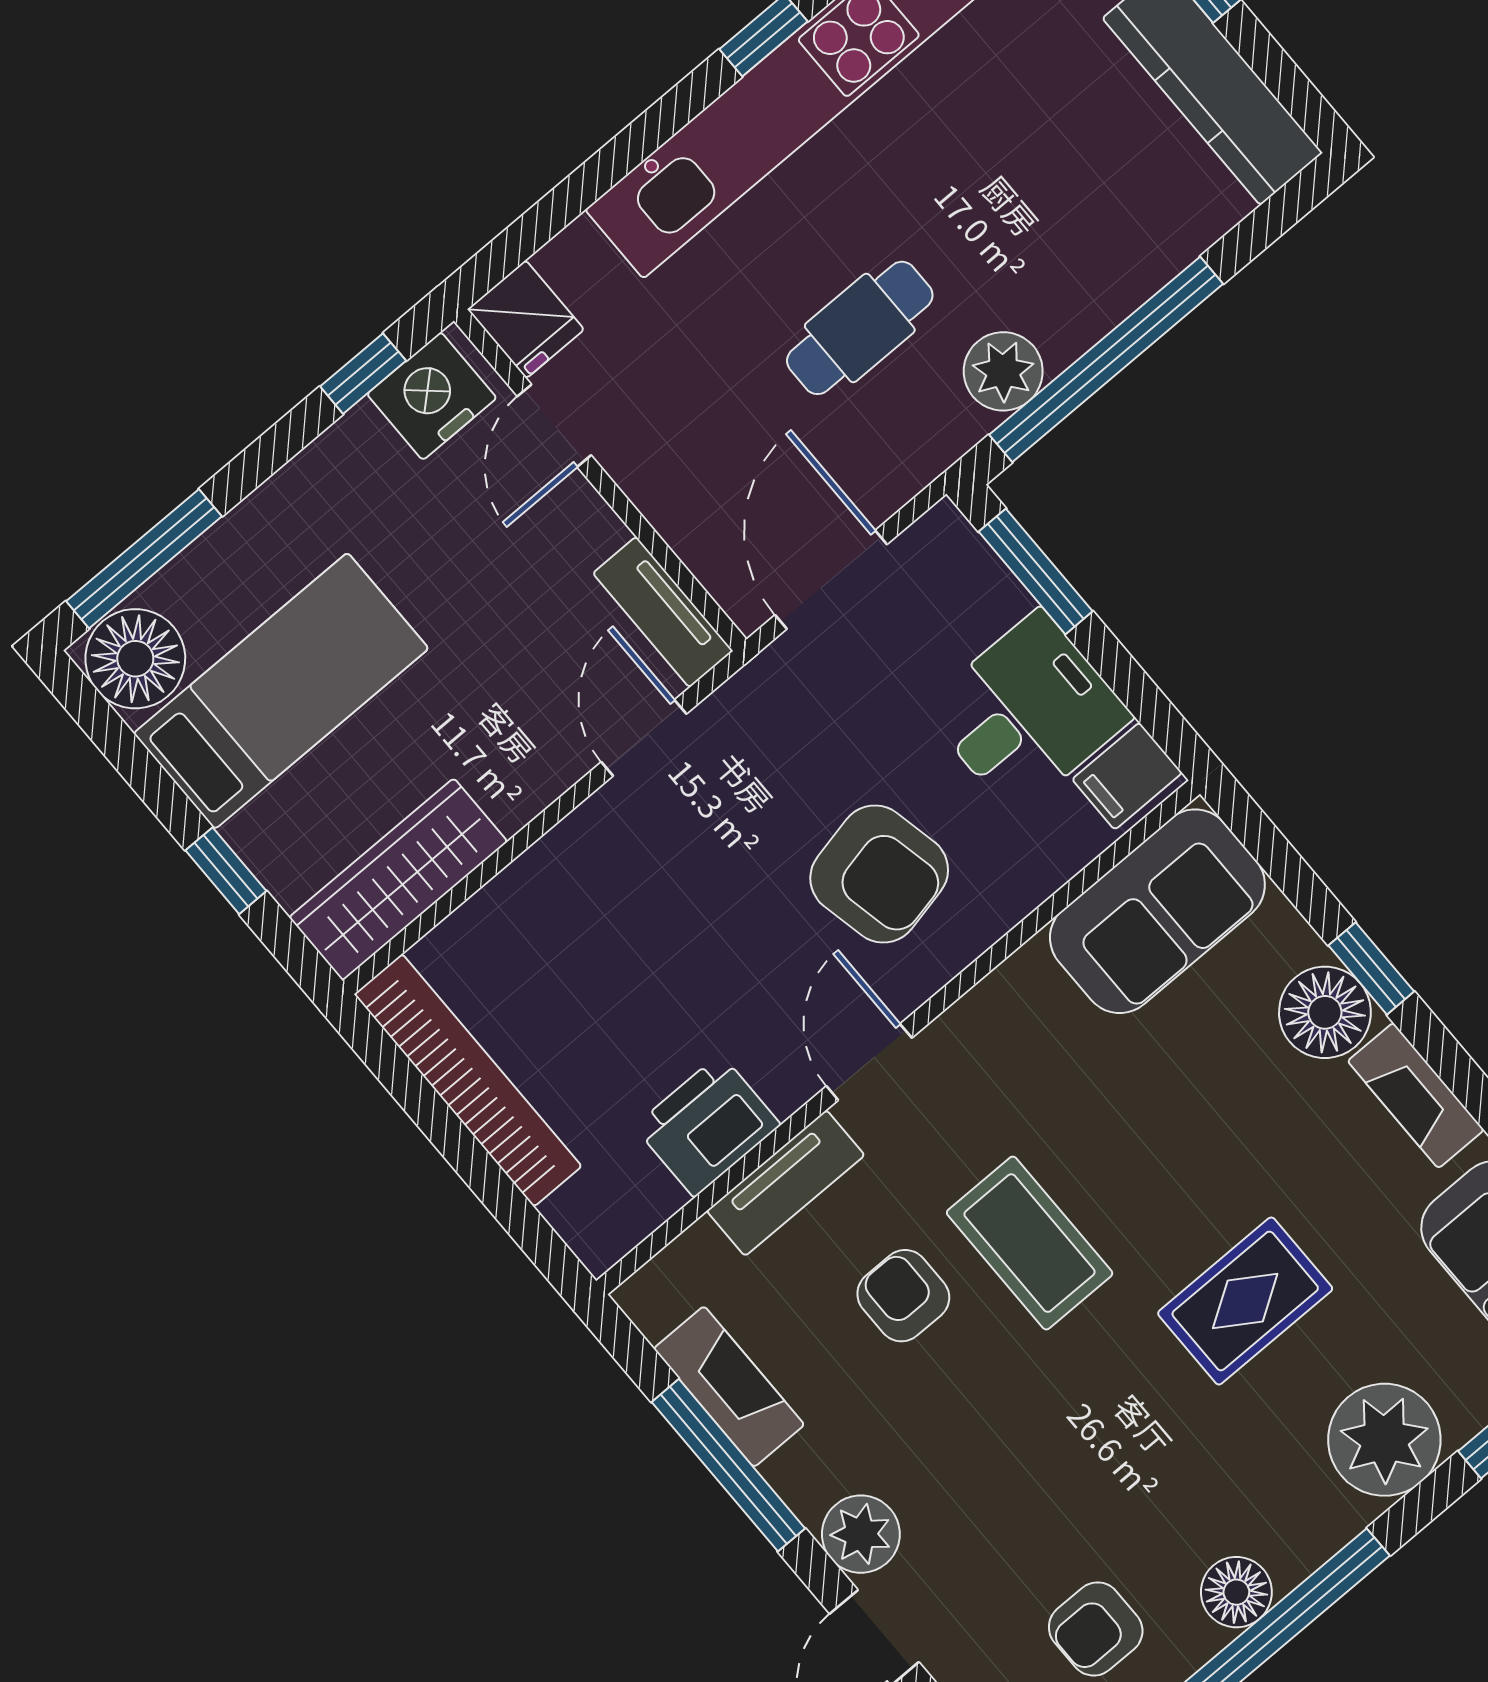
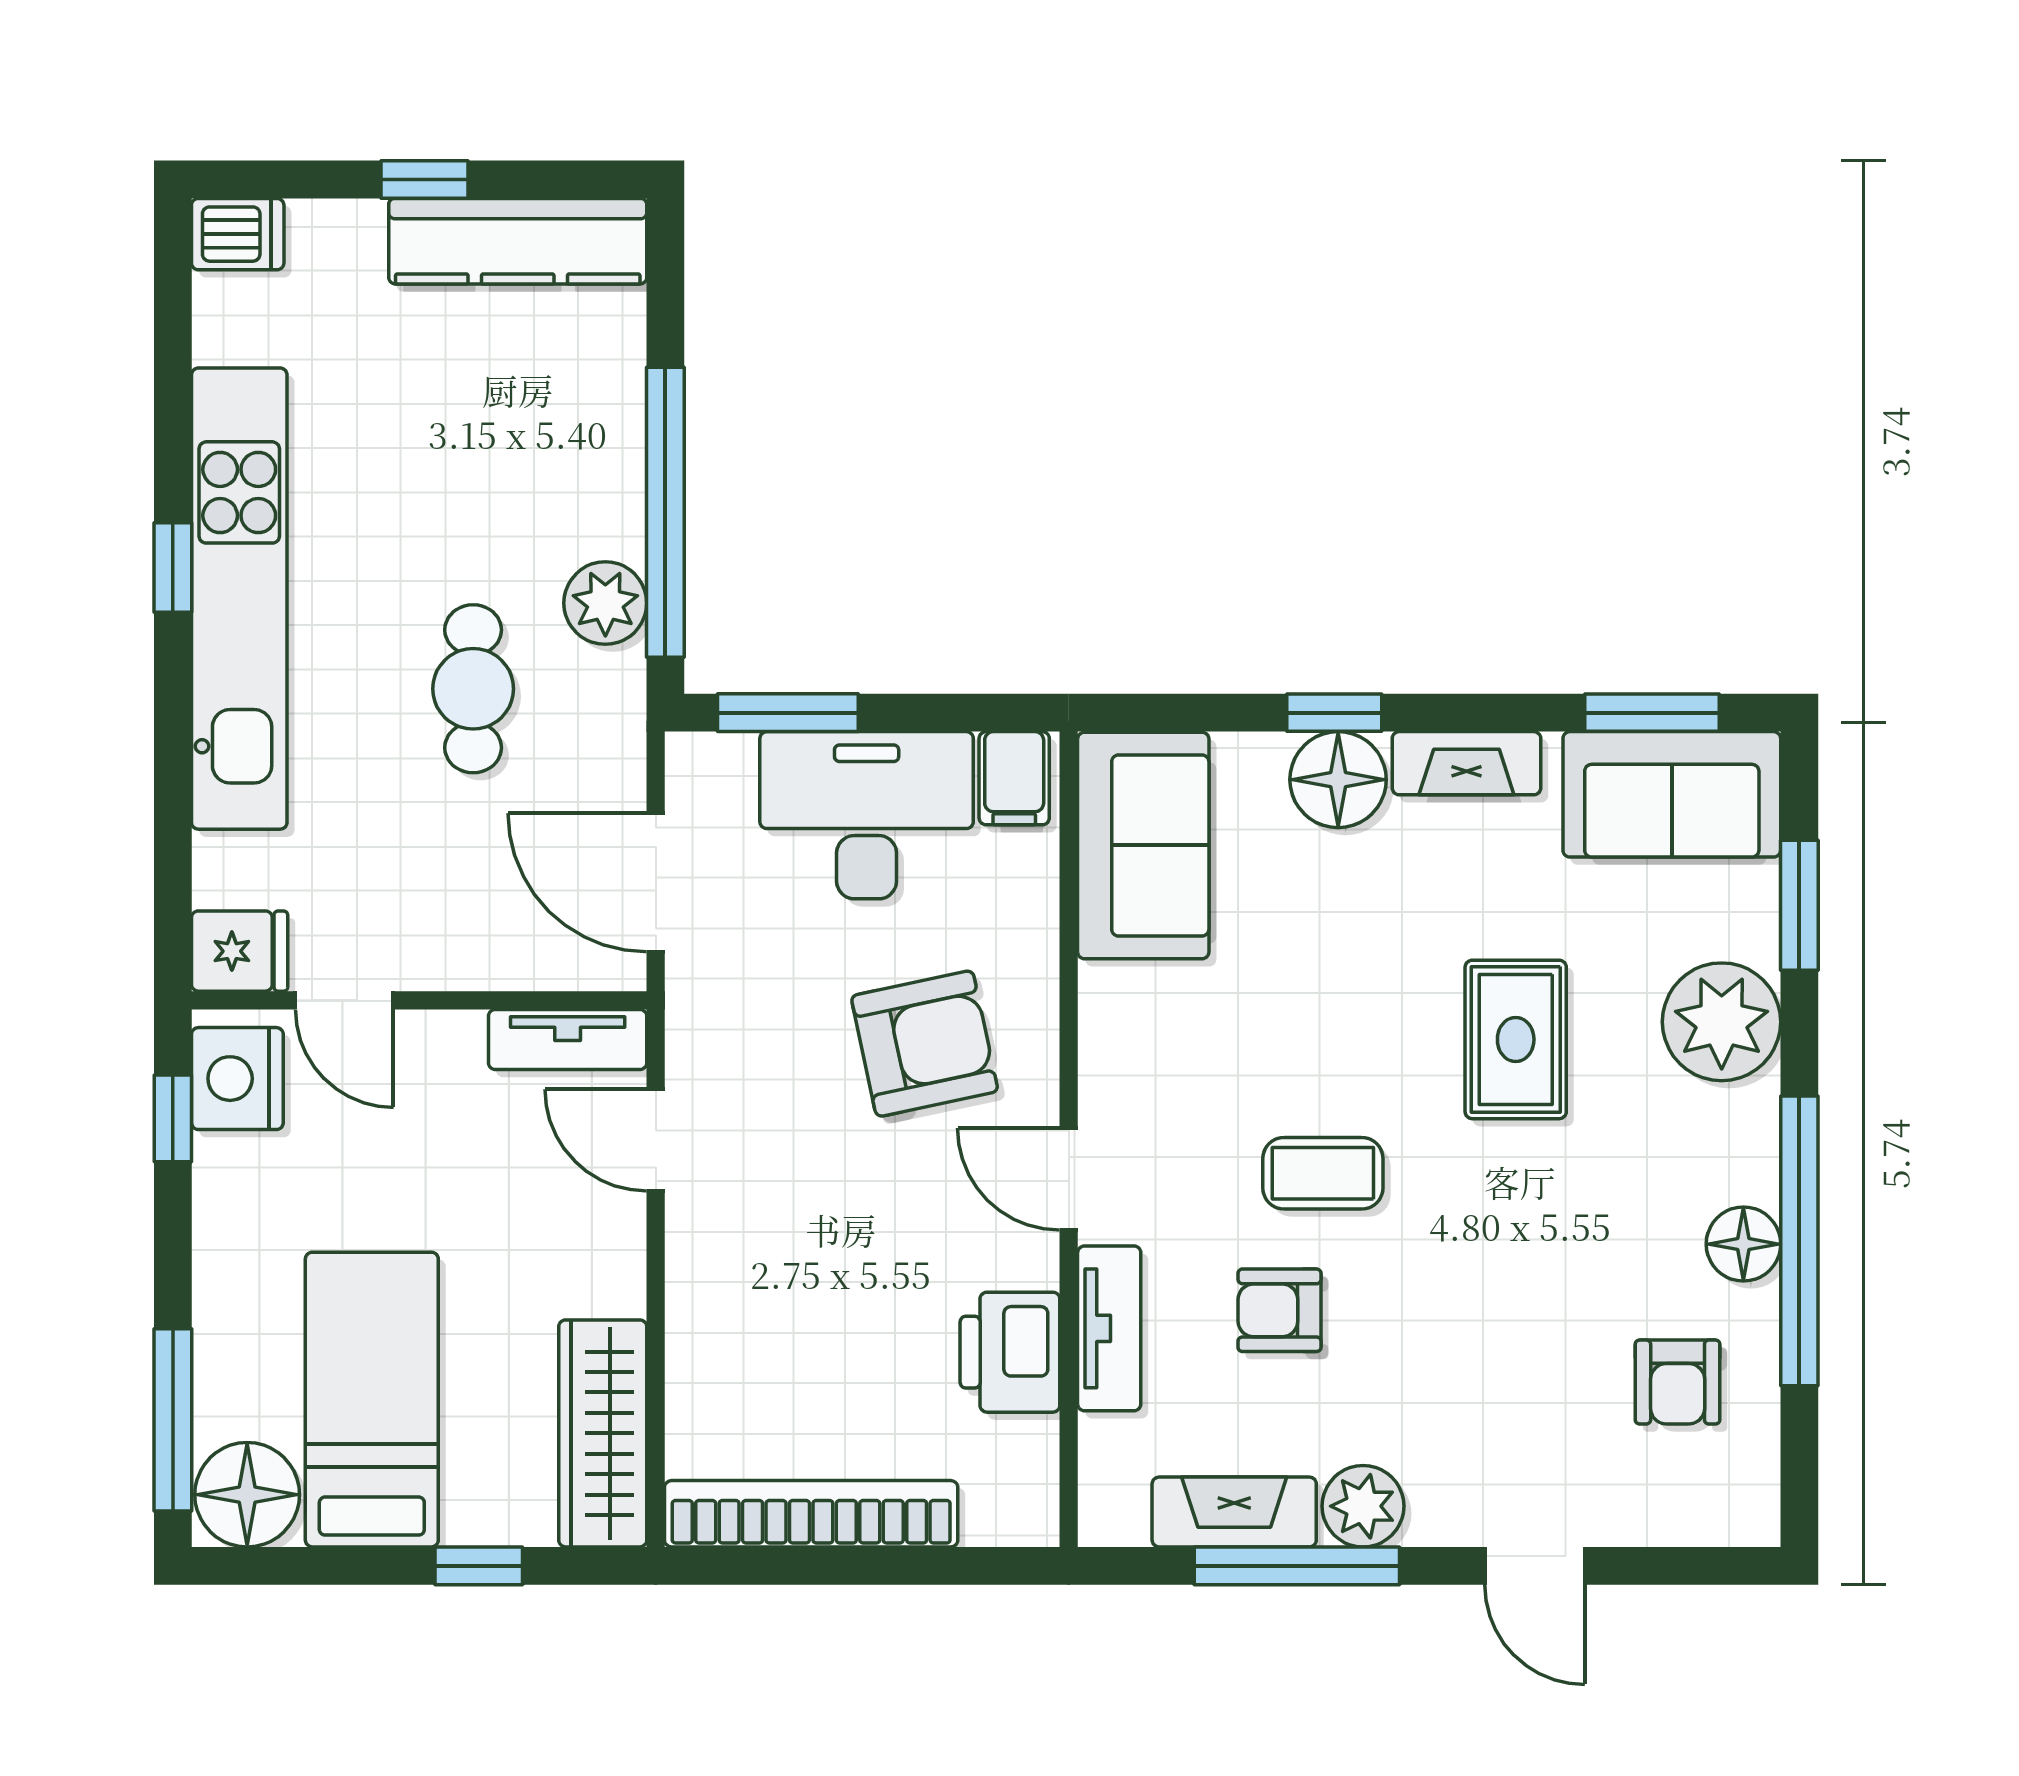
desk: (1027, 713) -> (867, 815), width x1.37
coffee table: (1030, 1243) -> (1323, 1173), width x0.73, depth x0.77
plant: (861, 1534) -> (1363, 1506), moved

